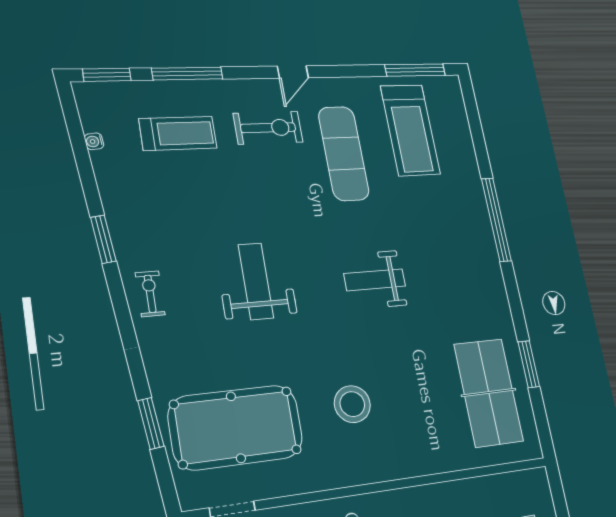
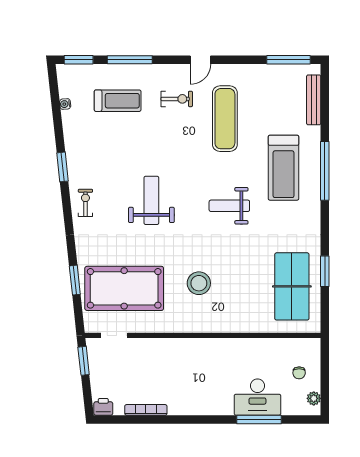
bench: (460, 123) -> (314, 100), added
exercise bike: (268, 128) -> (177, 99), width x0.73, depth x0.72
treadmill: (410, 130) -> (284, 168), moved

